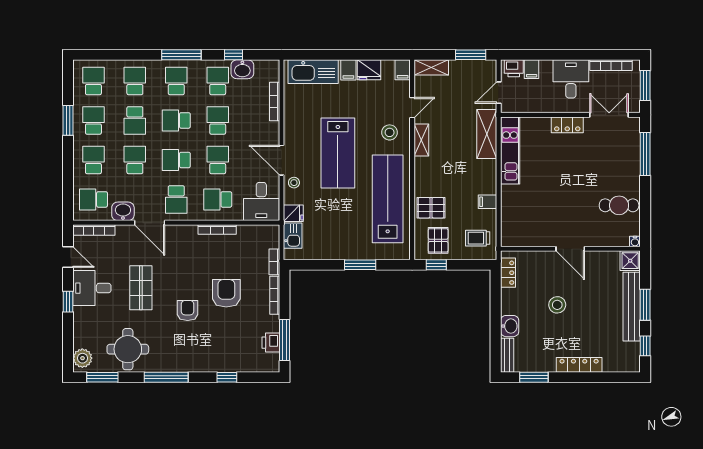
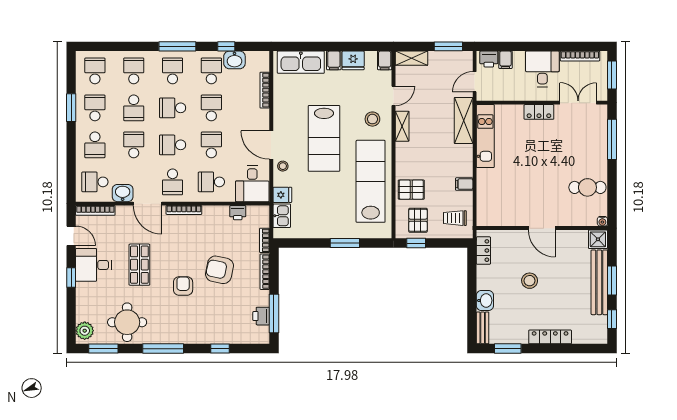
school desk: (93, 160) -> (95, 145), turned 180
bookcase: (217, 229) -> (184, 210), moved
printer: (246, 232) -> (238, 213), added
armchair: (226, 293) -> (219, 270), turned -78

